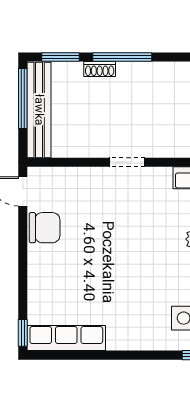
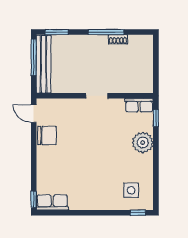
window: (122, 57) -> (106, 32), moved
shoe rack: (100, 69) -> (118, 39), moved
row of seats: (66, 338) -> (52, 202), width x0.68

